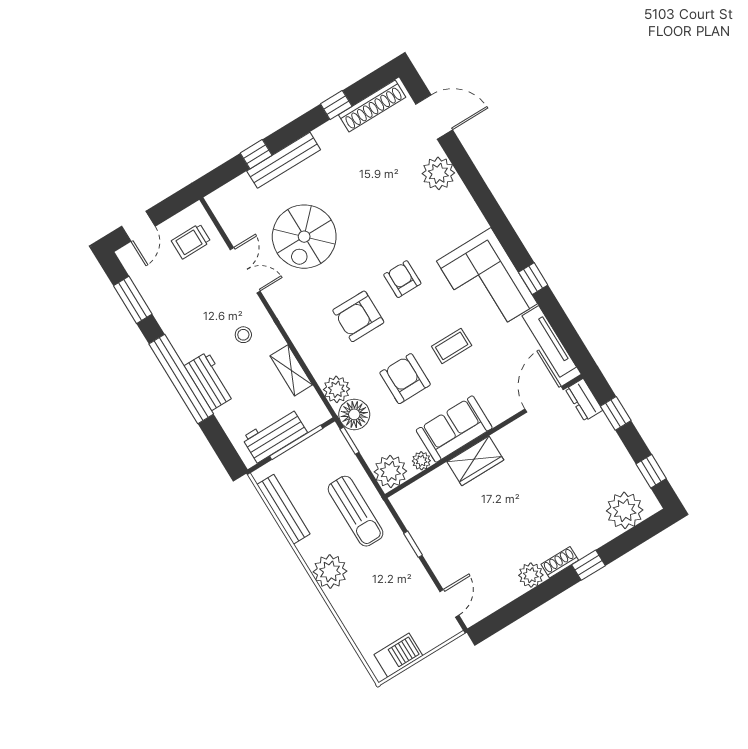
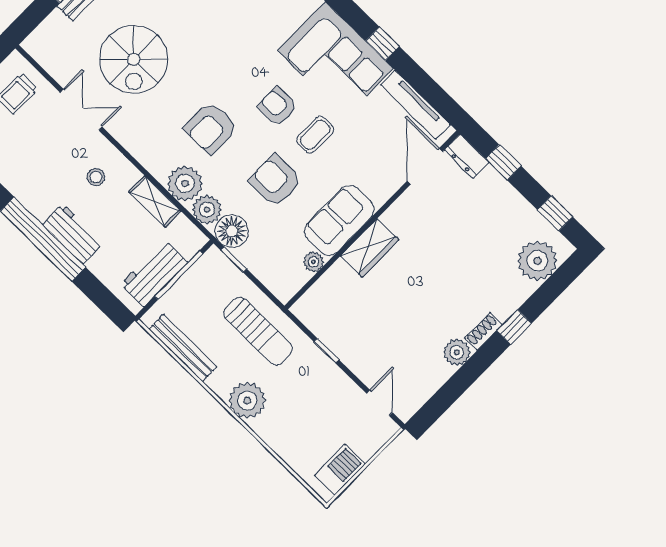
armchair: (402, 279) -> (277, 106), moved
plant: (390, 471) -> (185, 183), moved

